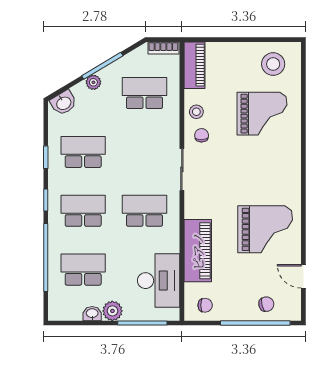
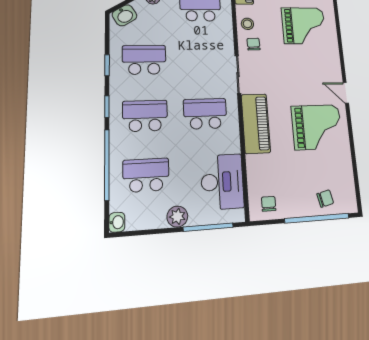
piano: (198, 251) -> (256, 123), moved
door: (303, 276) -> (346, 93), moved
chair: (205, 305) -> (269, 204), turned -90
washbasin: (92, 314) -> (117, 222), moved, turned 90

